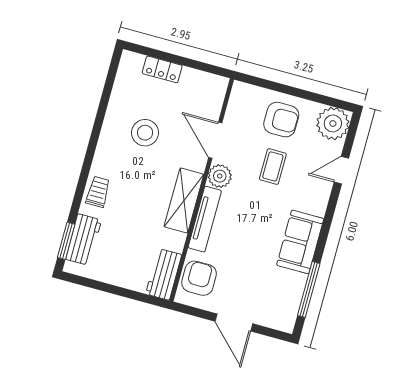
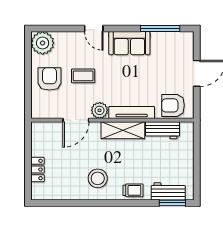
stool: (145, 133) -> (98, 178), moved
door: (341, 170) -> (94, 28), moved
trolley: (98, 192) -> (133, 190), turned 180
workbench: (164, 274) -> (163, 130), moved

